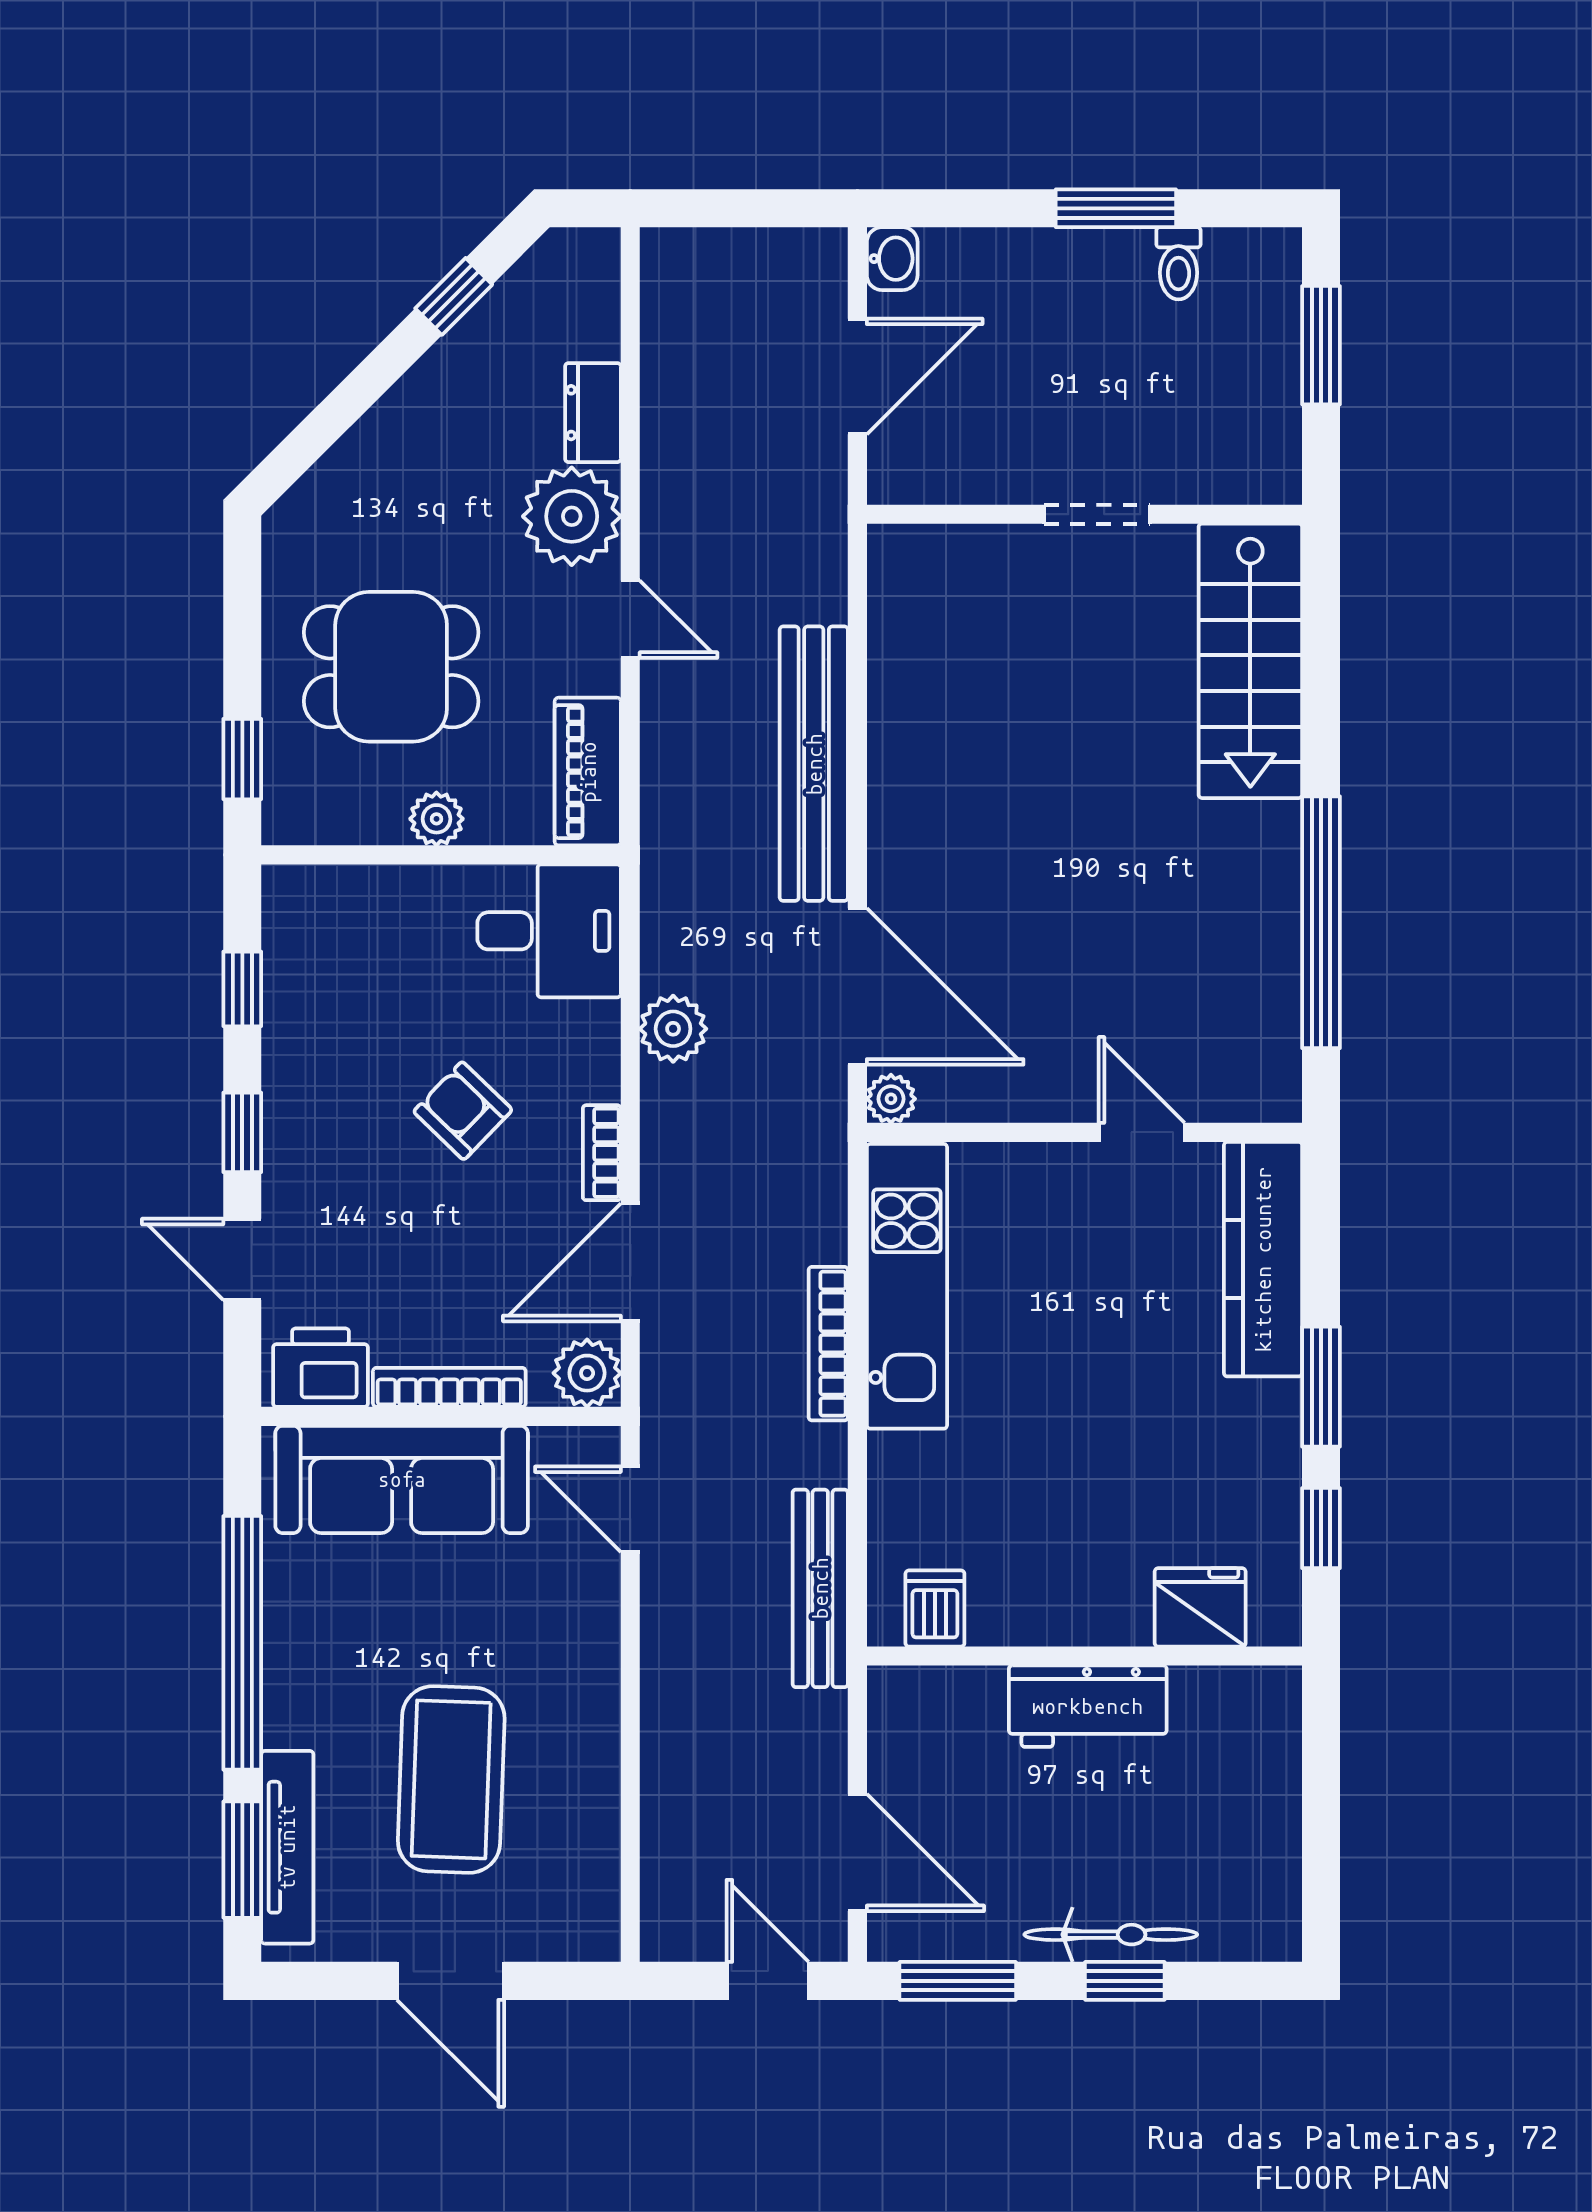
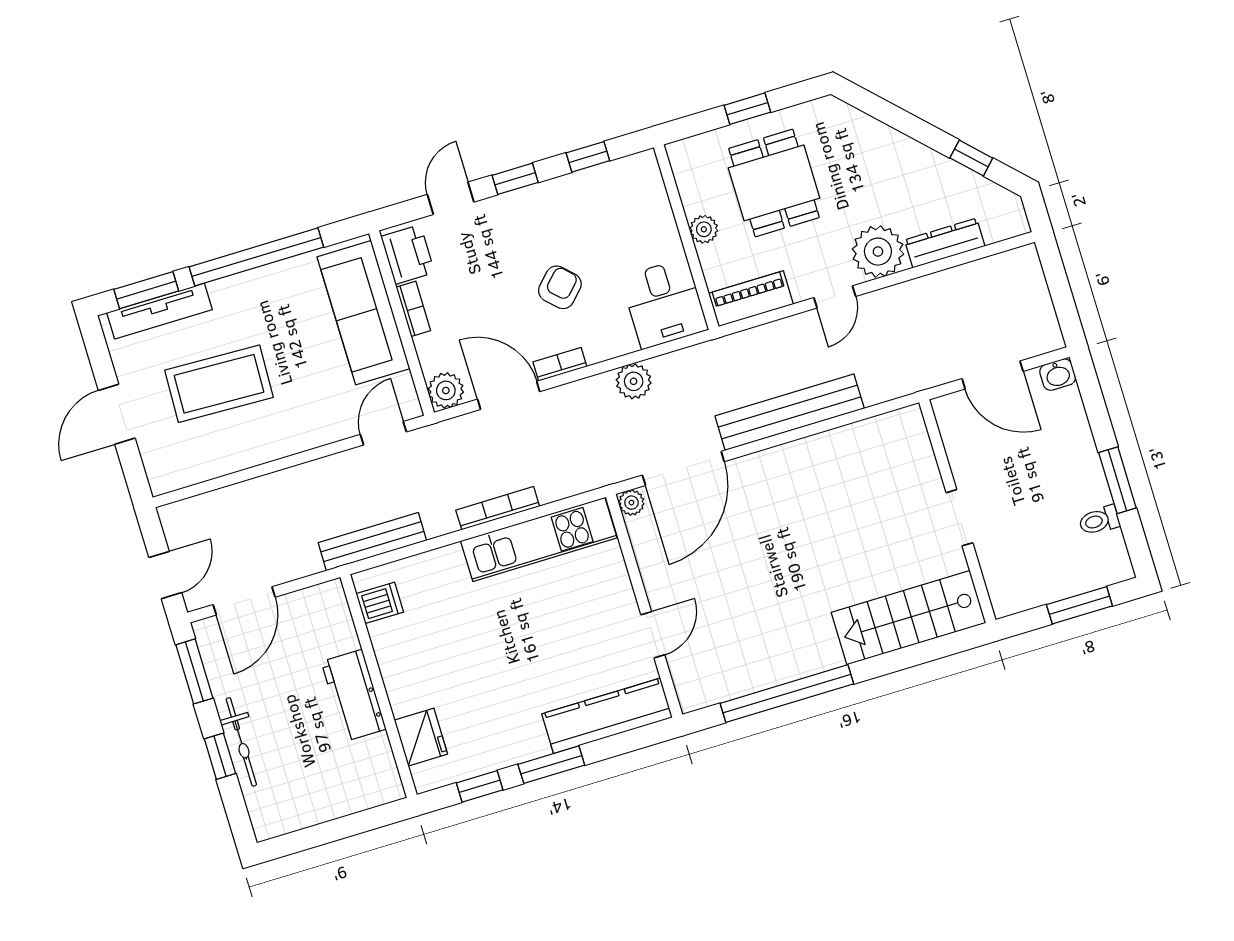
dresser: (593, 413) -> (945, 243), width x1.44
window: (242, 759) -> (747, 109), moved
bookcase: (449, 1387) -> (413, 309), width x0.64

